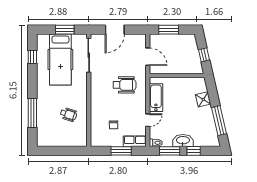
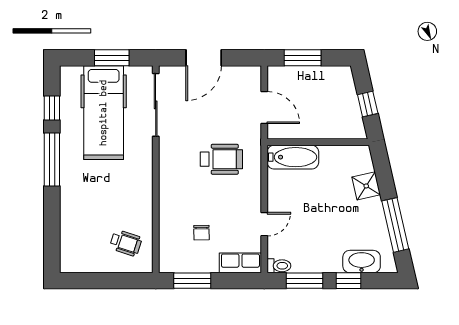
bathtub: (156, 98) -> (293, 157), moved, turned 90
window: (32, 113) -> (52, 159), moved
wheelchair: (68, 114) -> (126, 243), moved
washbasin: (183, 141) -> (362, 262), moved
window: (121, 151) -> (192, 281), moved

